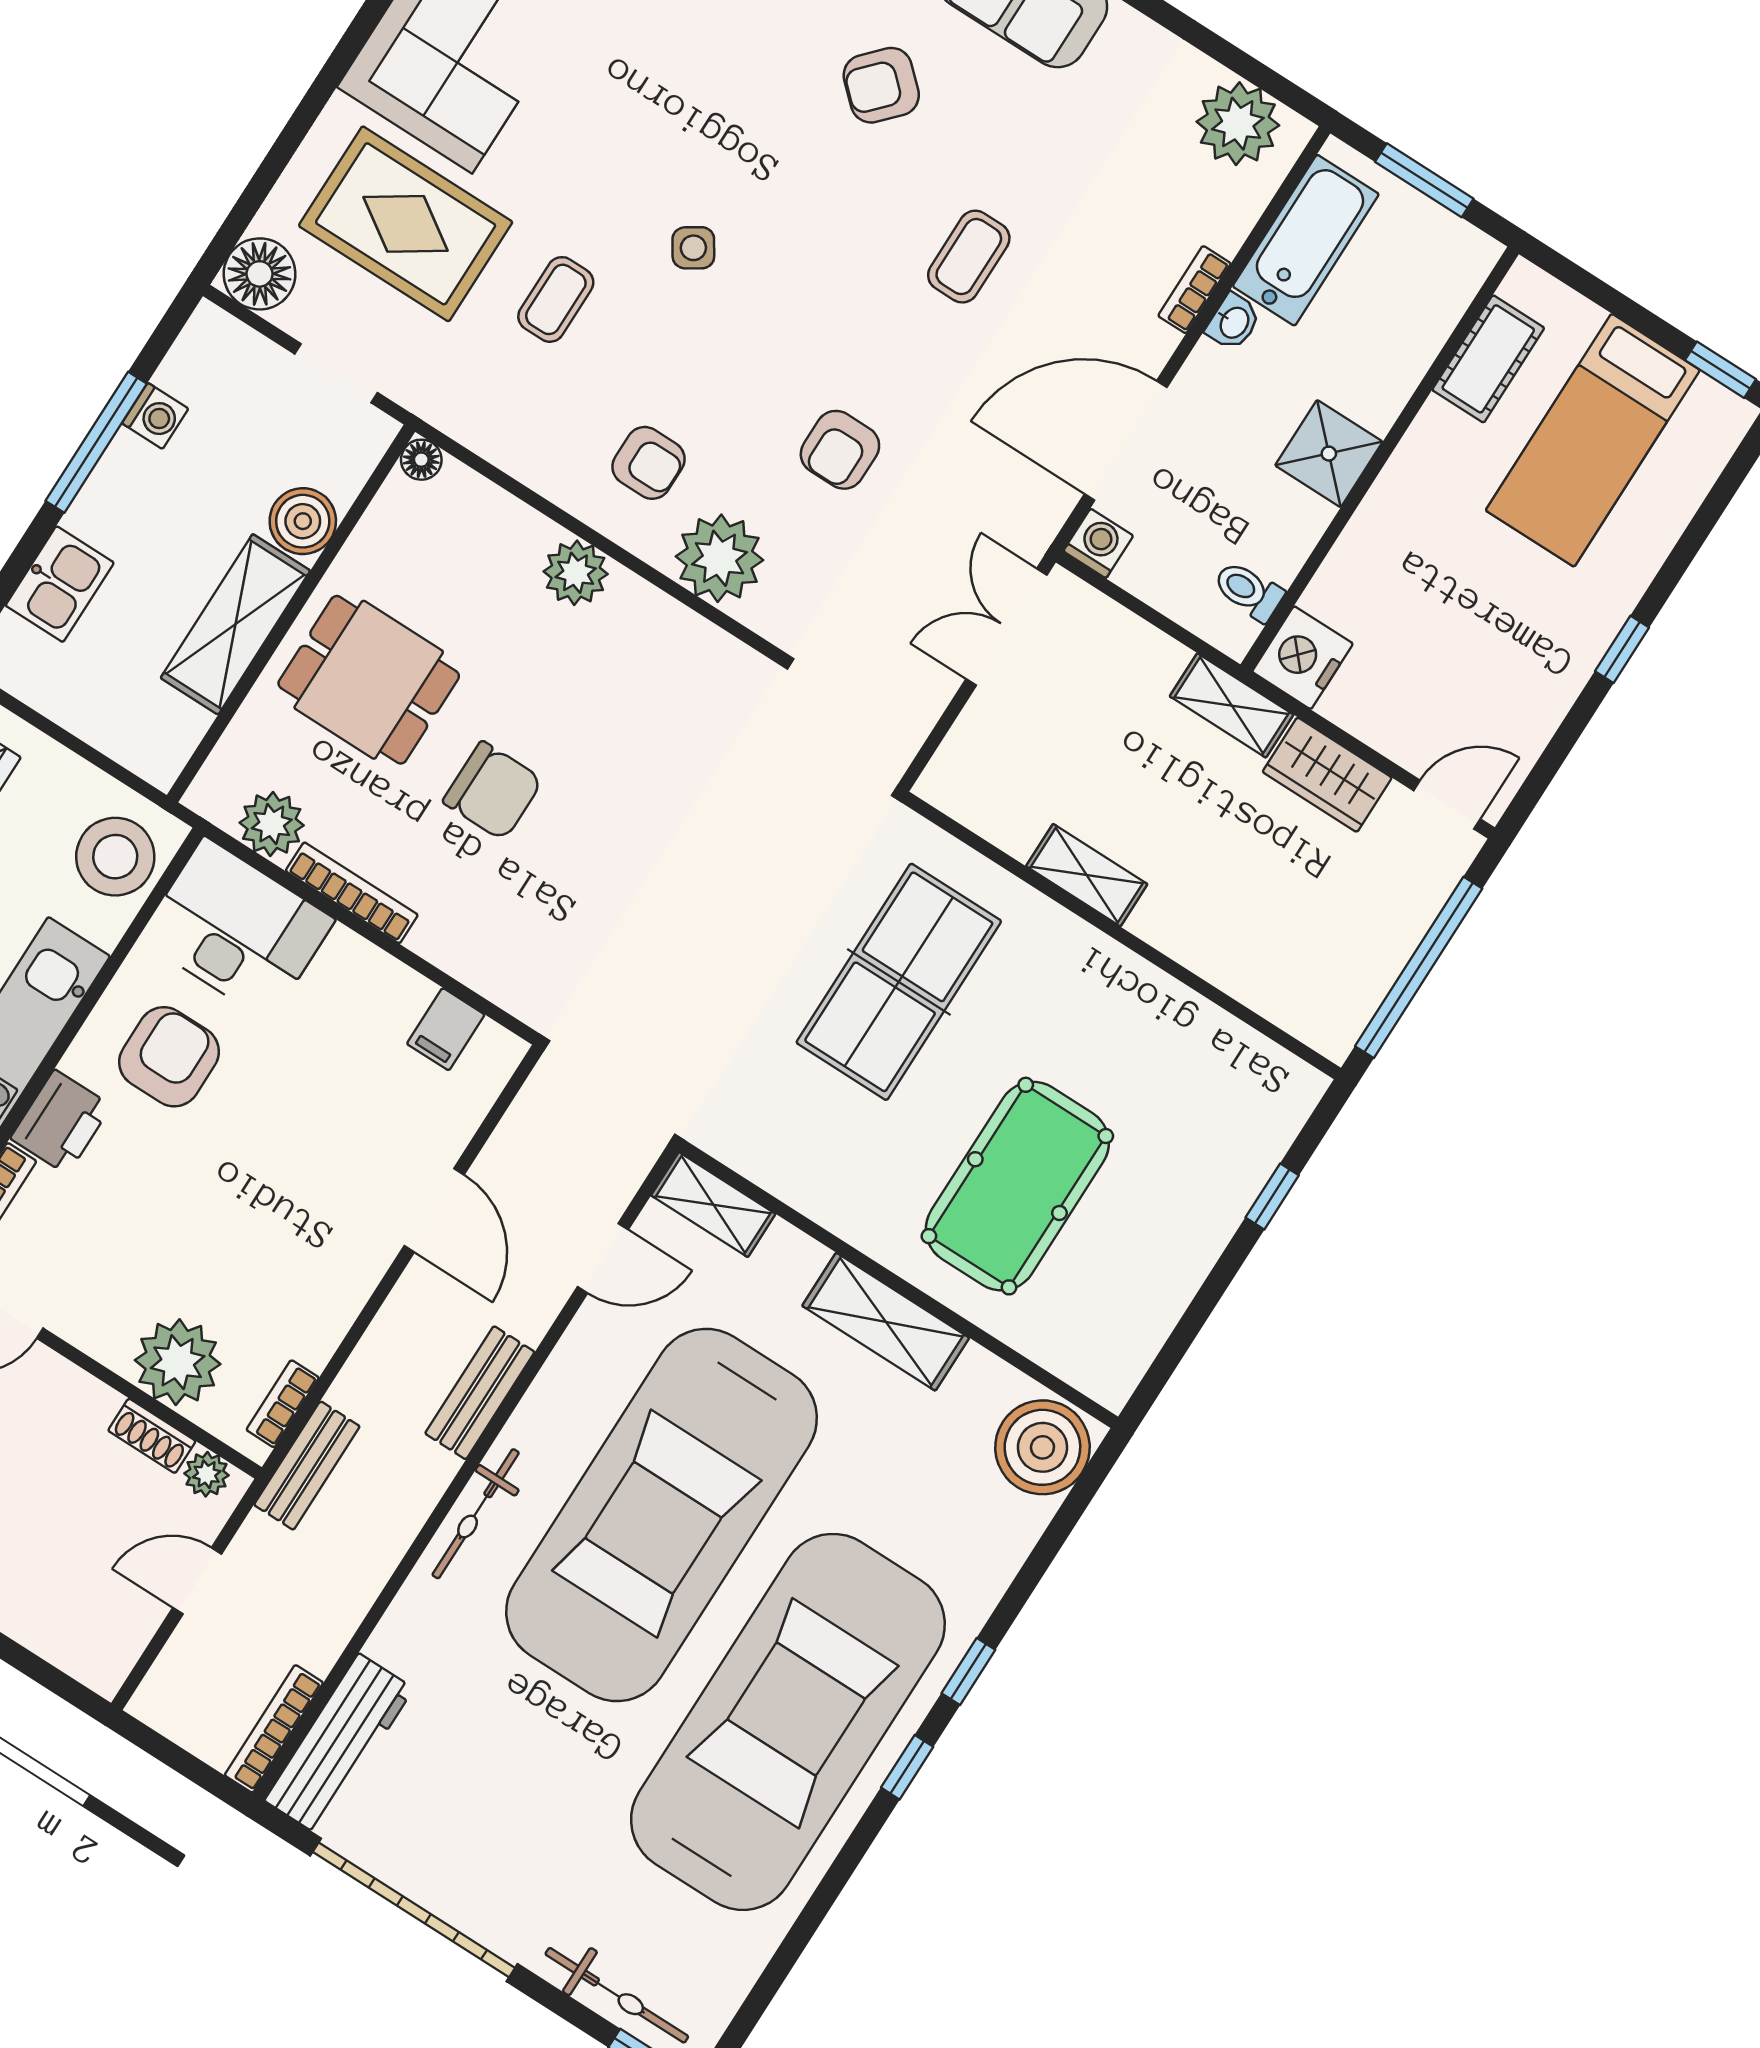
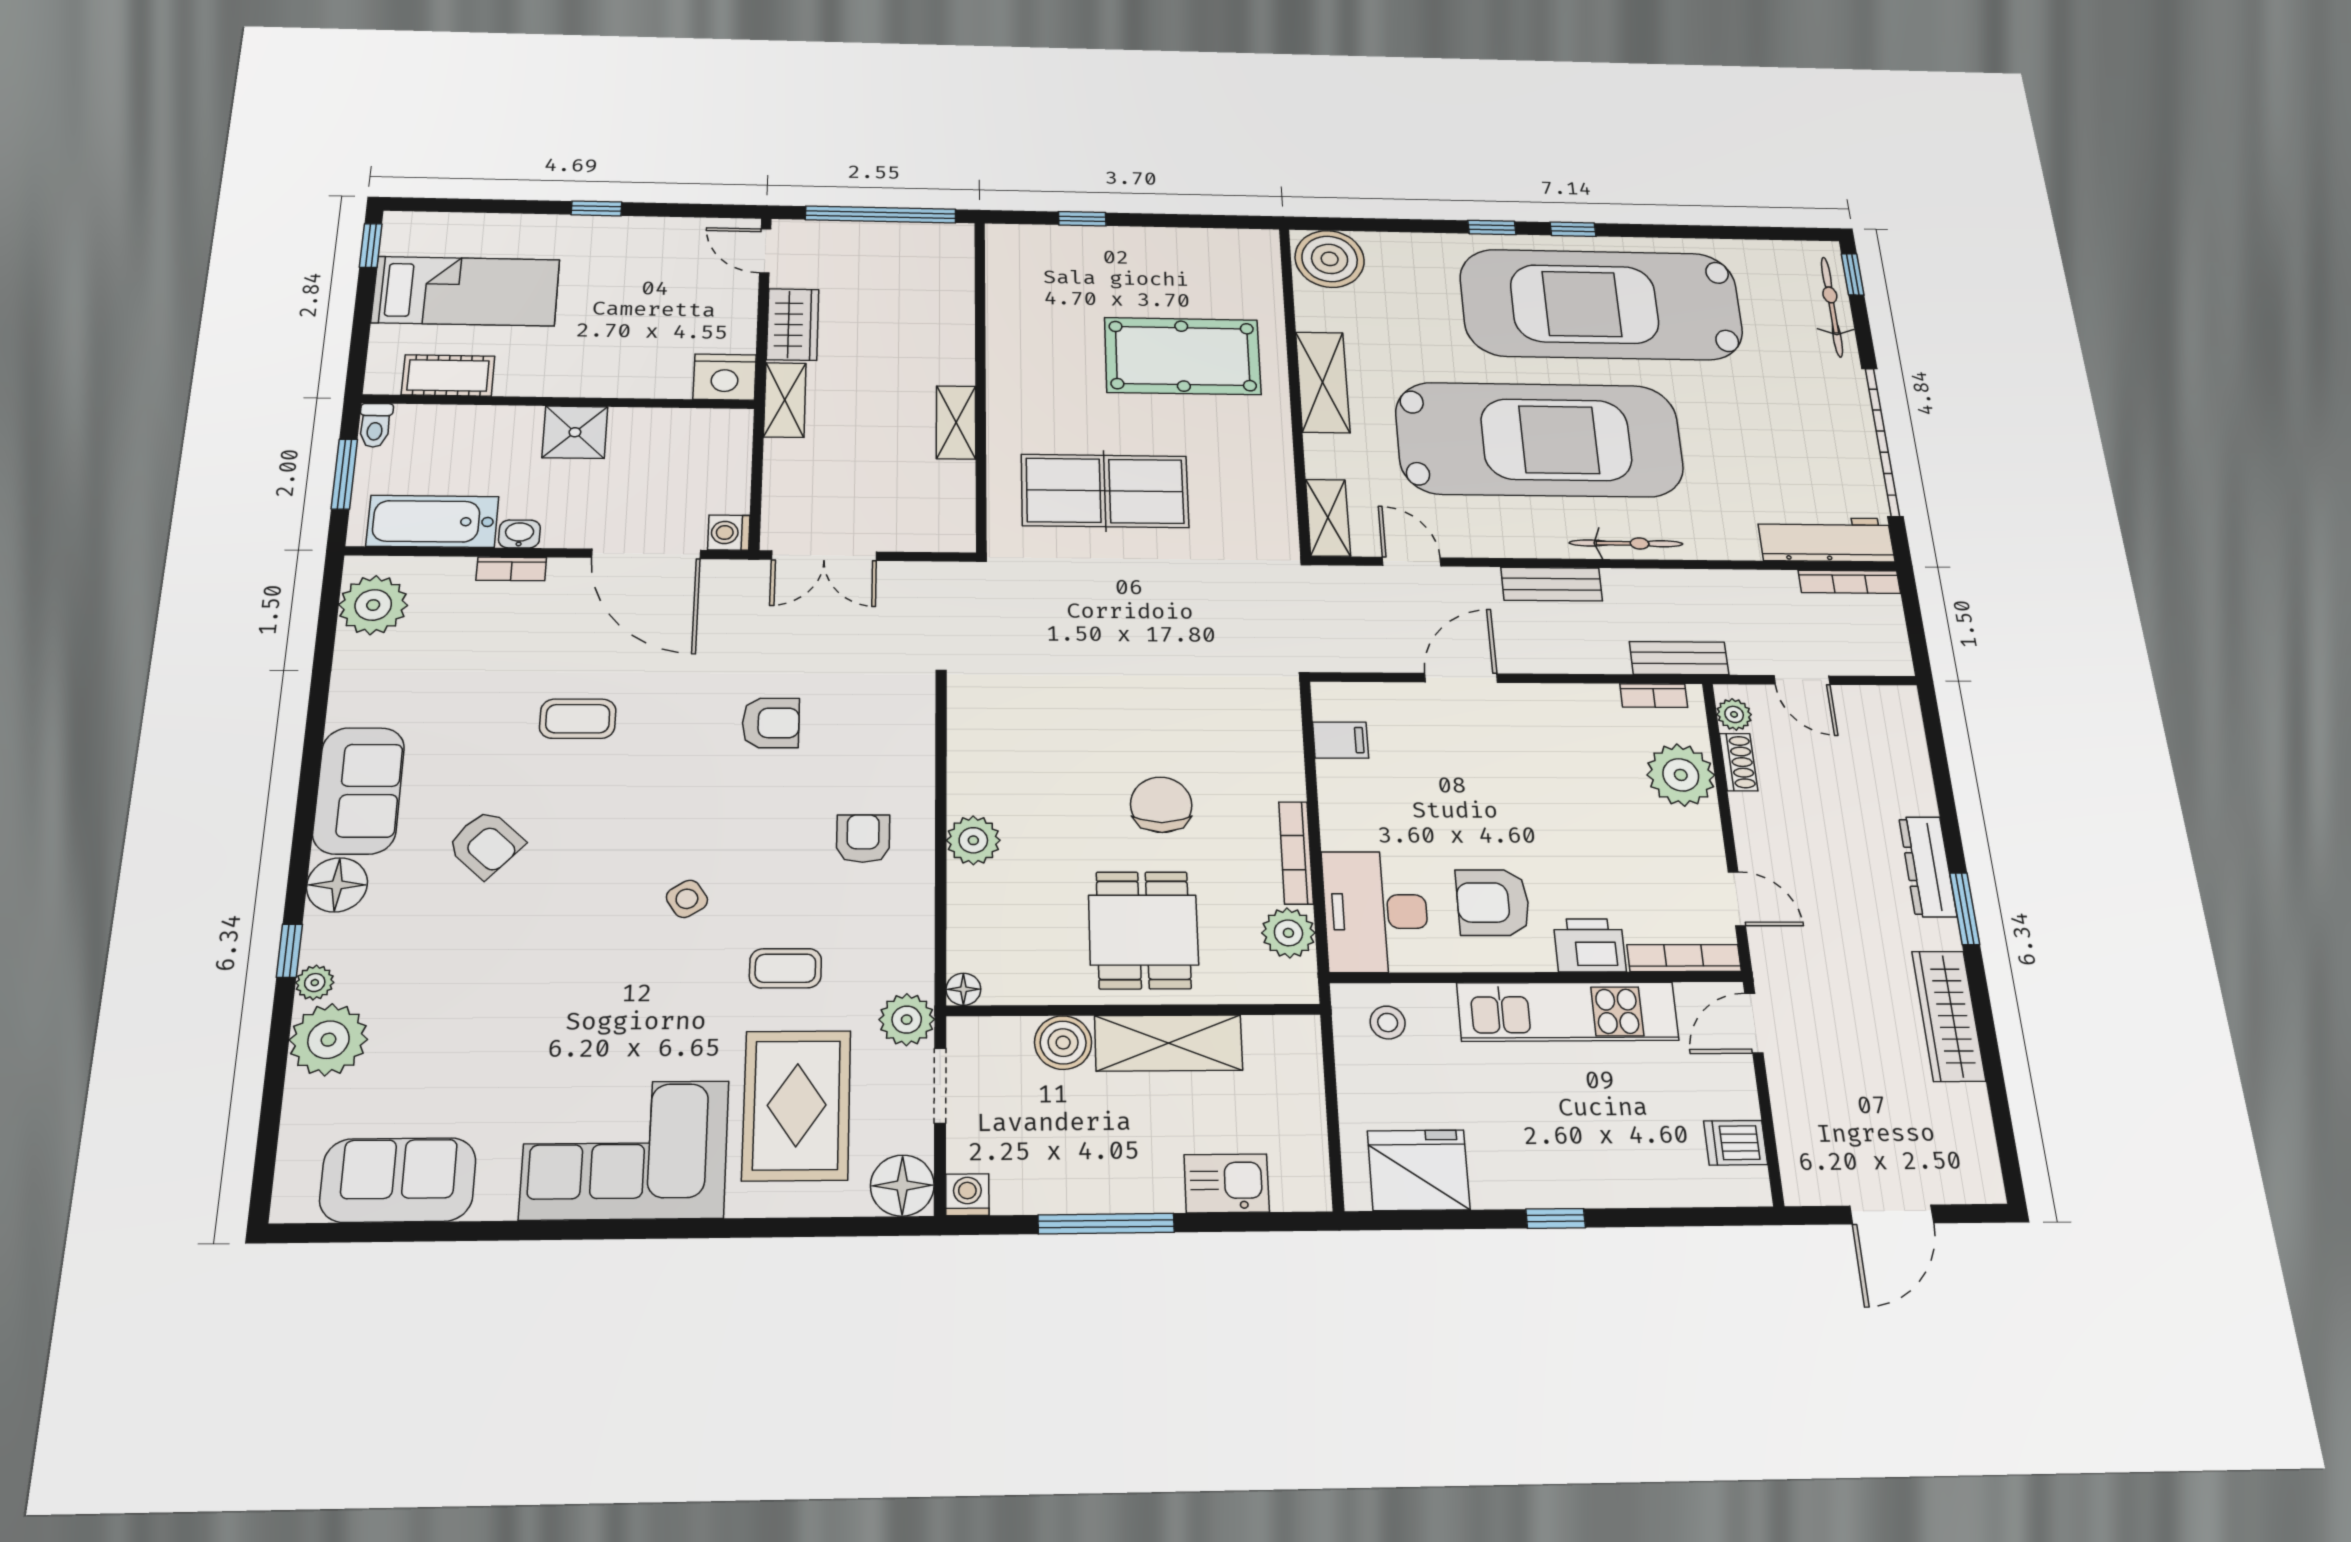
washing machine: (155, 416) -> (967, 1195), moved
plant: (719, 558) -> (907, 1020), moved, width x0.73, depth x0.73
toilet: (1248, 591) -> (375, 425), moved
stool: (115, 857) -> (1388, 1022), width x0.53, depth x0.53

